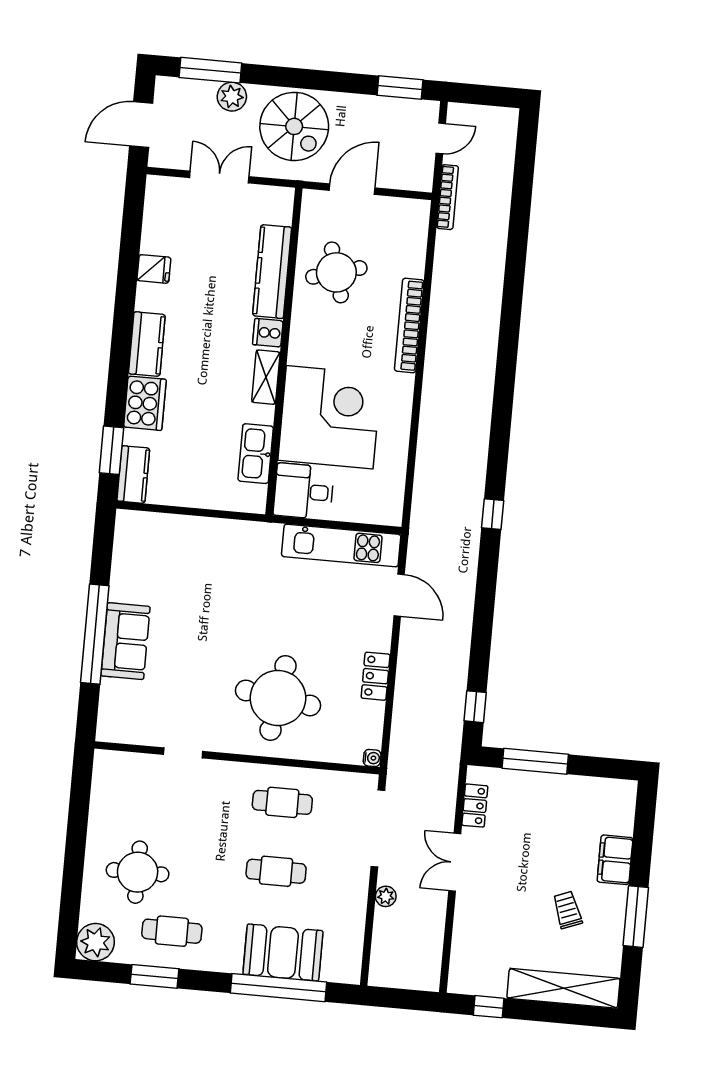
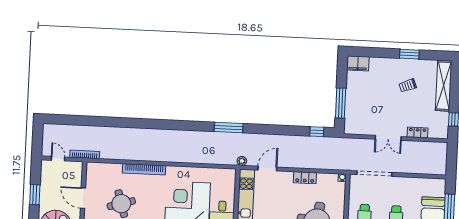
window: (400, 87) -> (35, 195), moved
window: (493, 514) -> (229, 127), width x2.17
locker: (475, 806) -> (418, 132), moved
filing cabinet: (615, 860) -> (358, 63), moved
plant: (386, 896) -> (242, 161), moved
window: (636, 917) -> (409, 54), width x0.69

